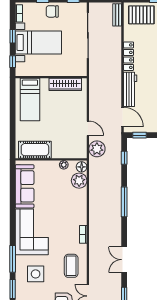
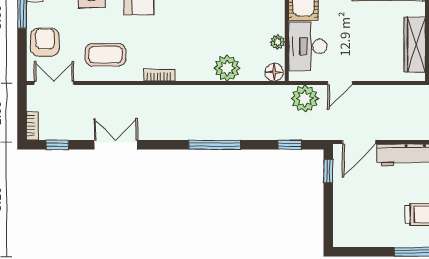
desk: (66, 147) -> (308, 46), added
plant: (79, 181) -> (227, 68), moved

